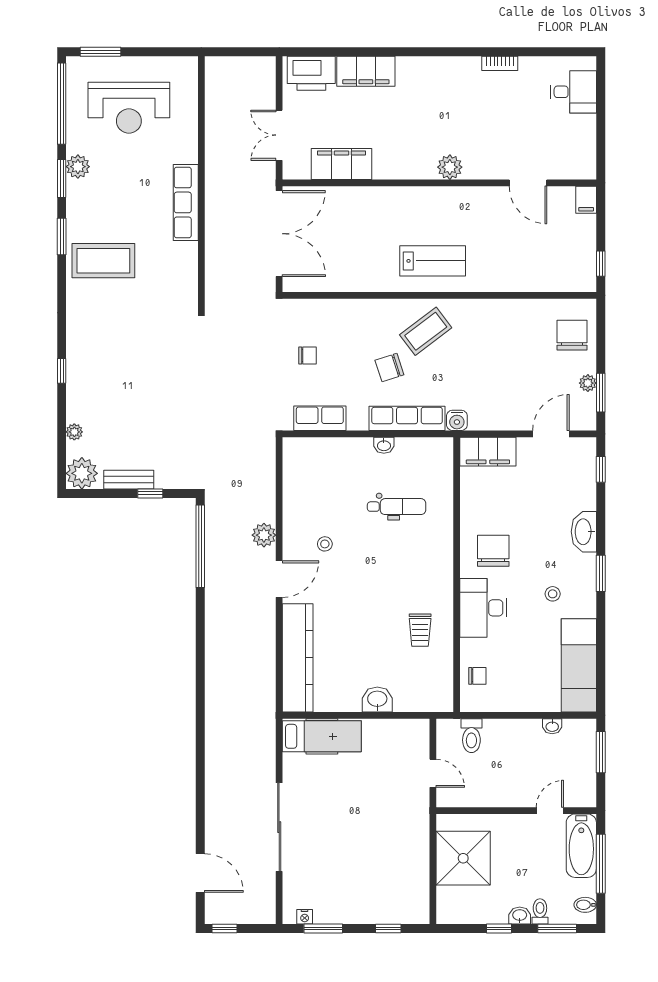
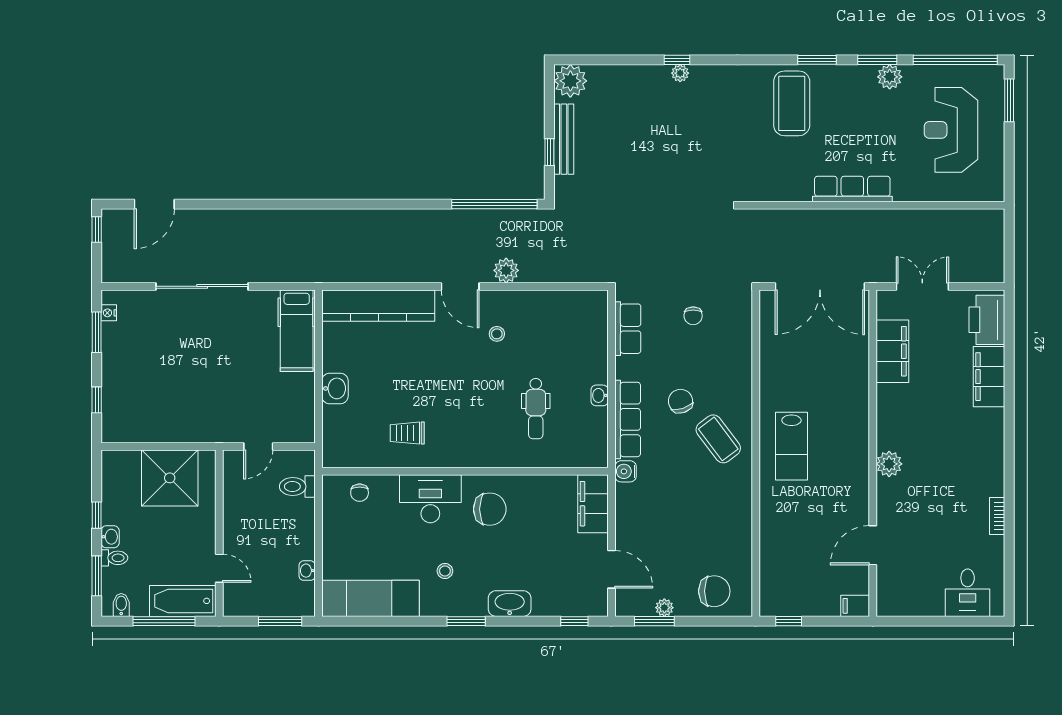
plant: (74, 432) -> (680, 73), moved
bench: (129, 480) -> (564, 139), width x1.36

